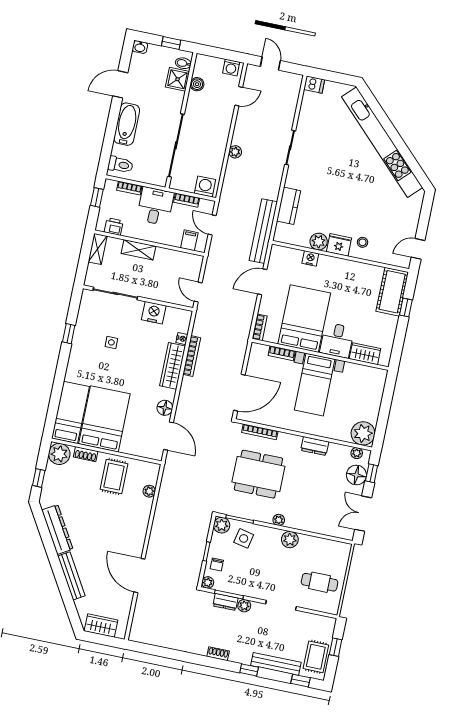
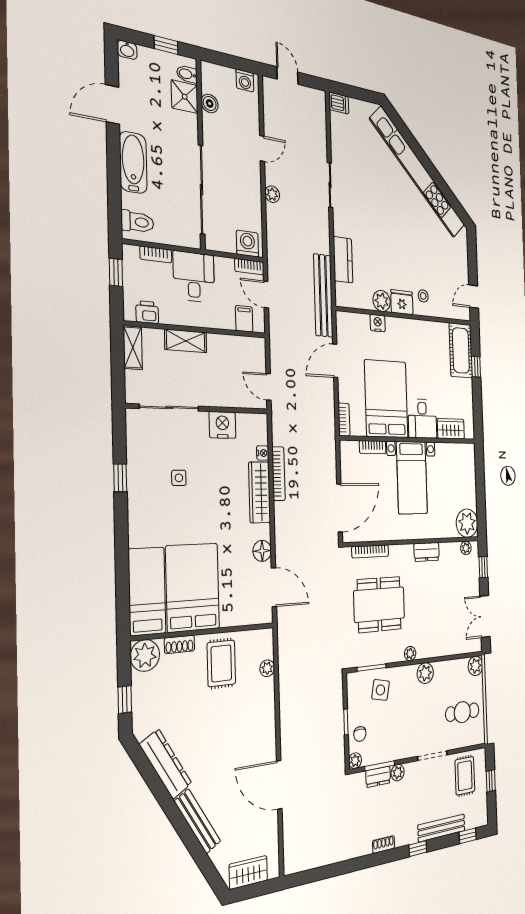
door: (239, 96) -> (262, 149), moved
bookcase: (187, 200) -> (249, 267), moved
floor lamp: (356, 475) -> (471, 574), removed
plant: (222, 525) -> (475, 666), moved
rug: (316, 657) -> (465, 776), moved

